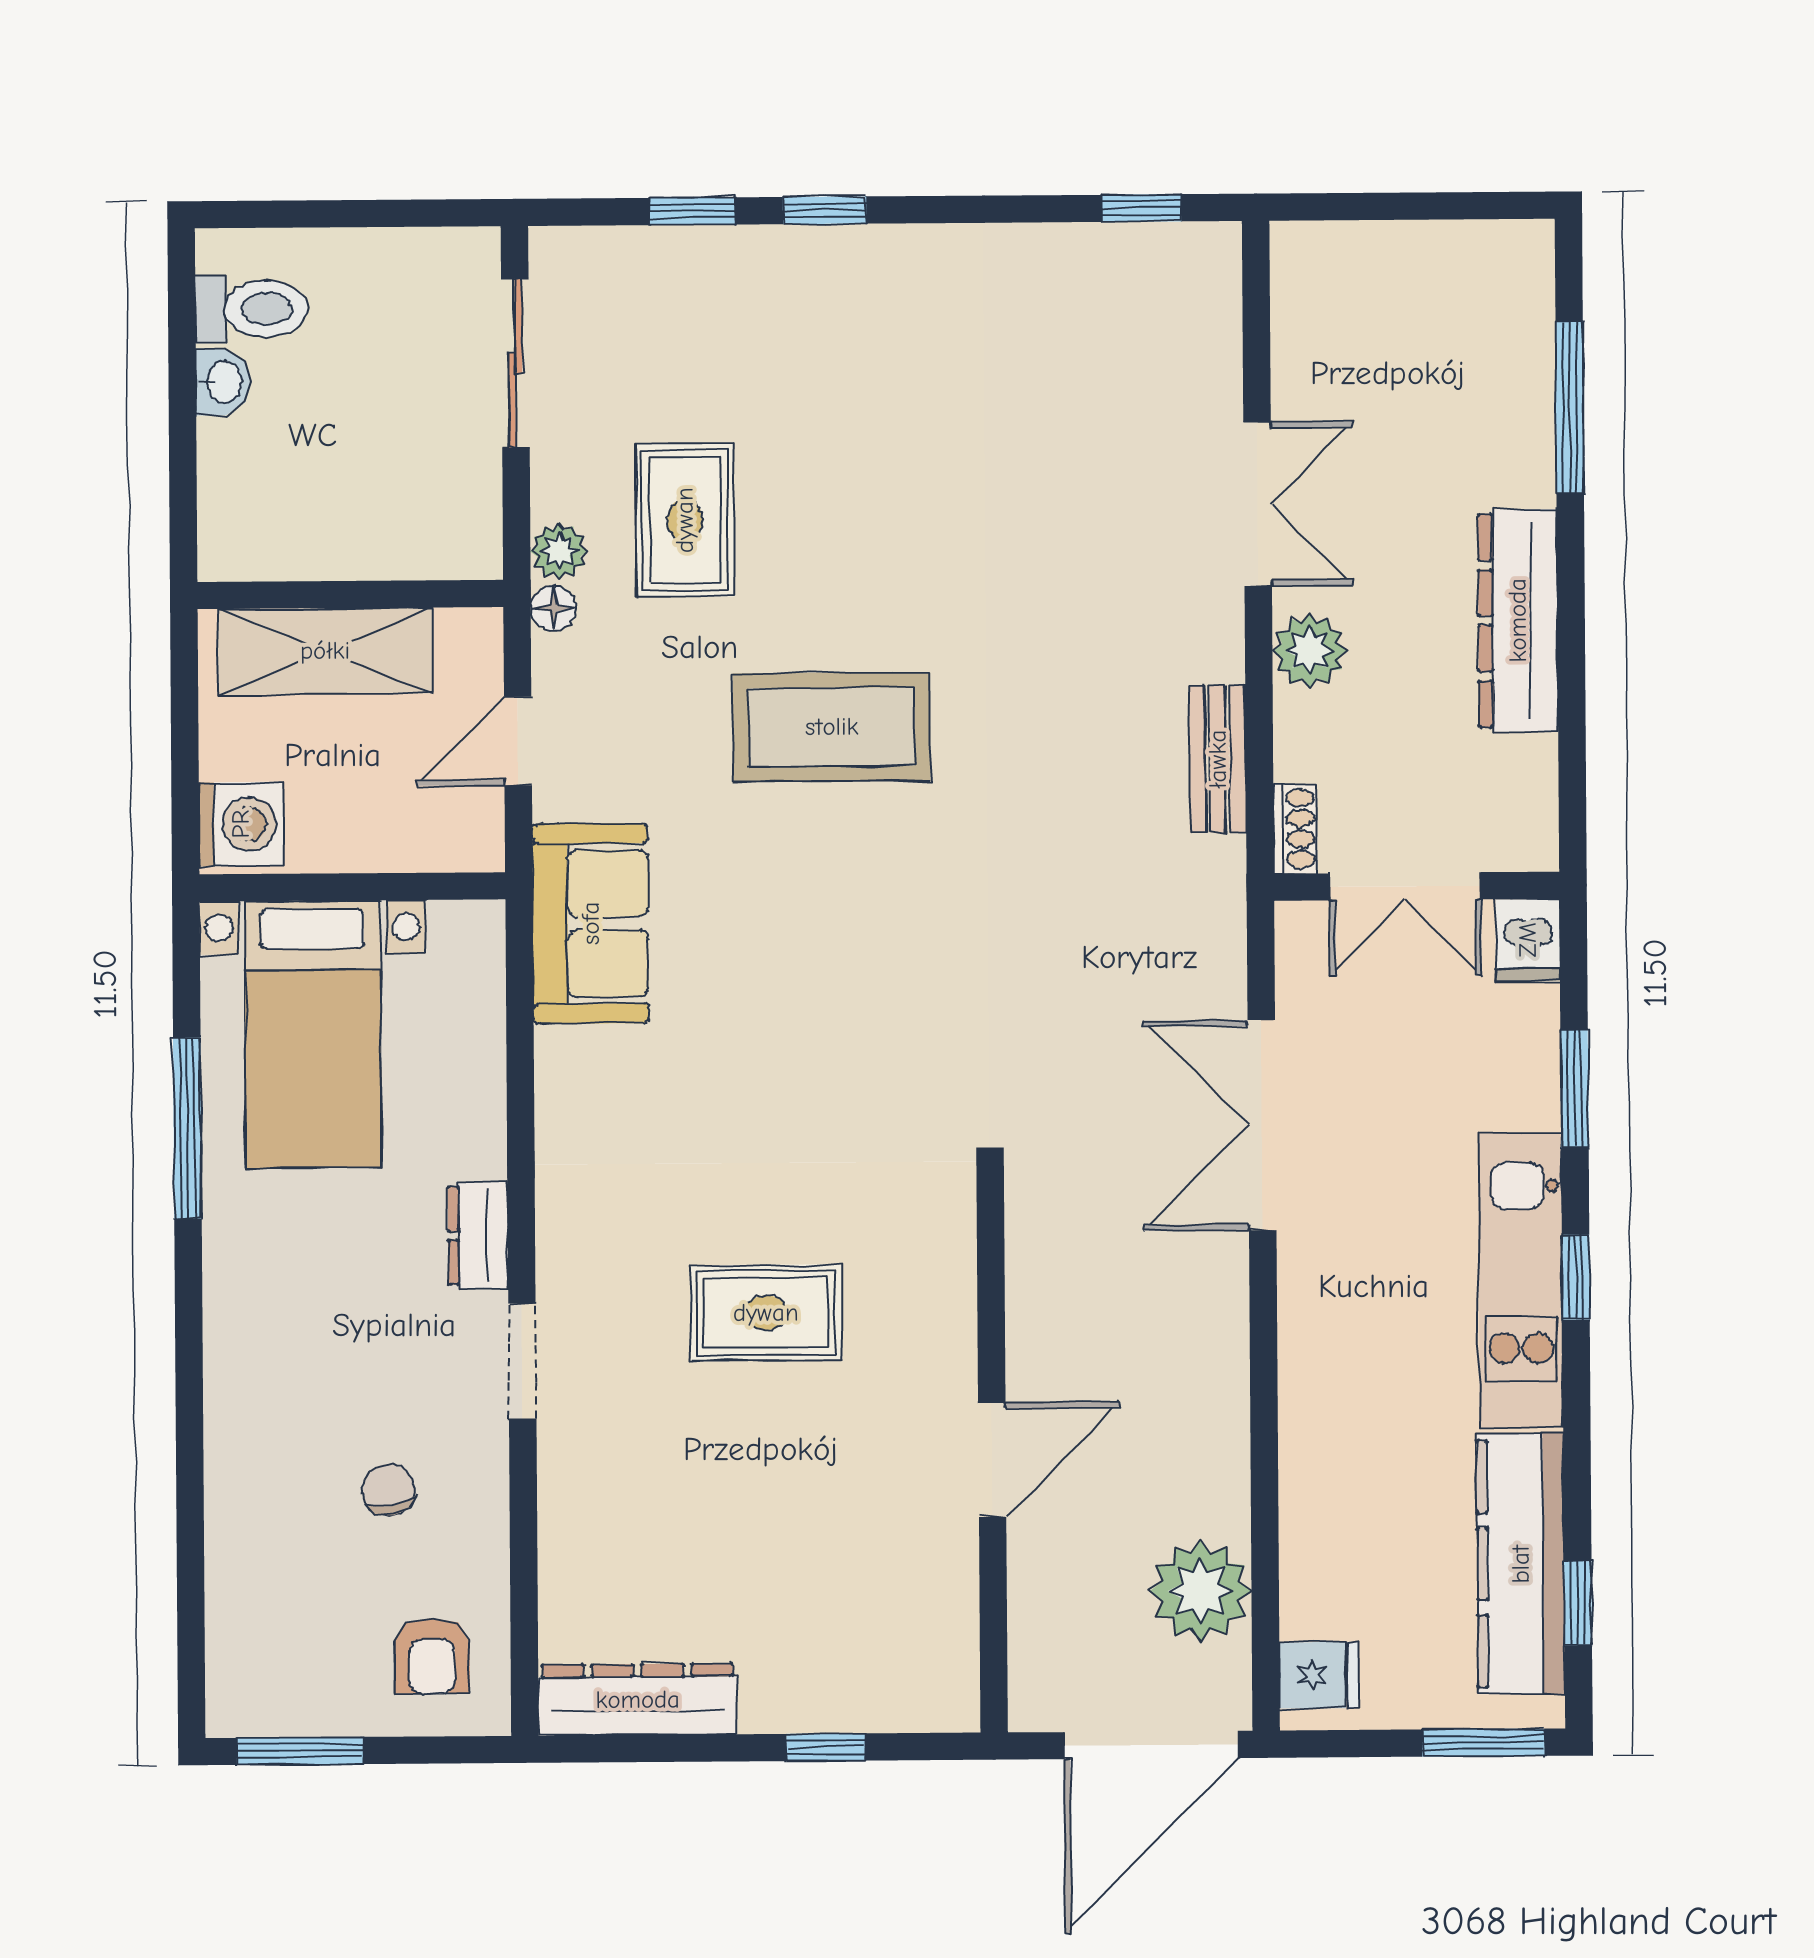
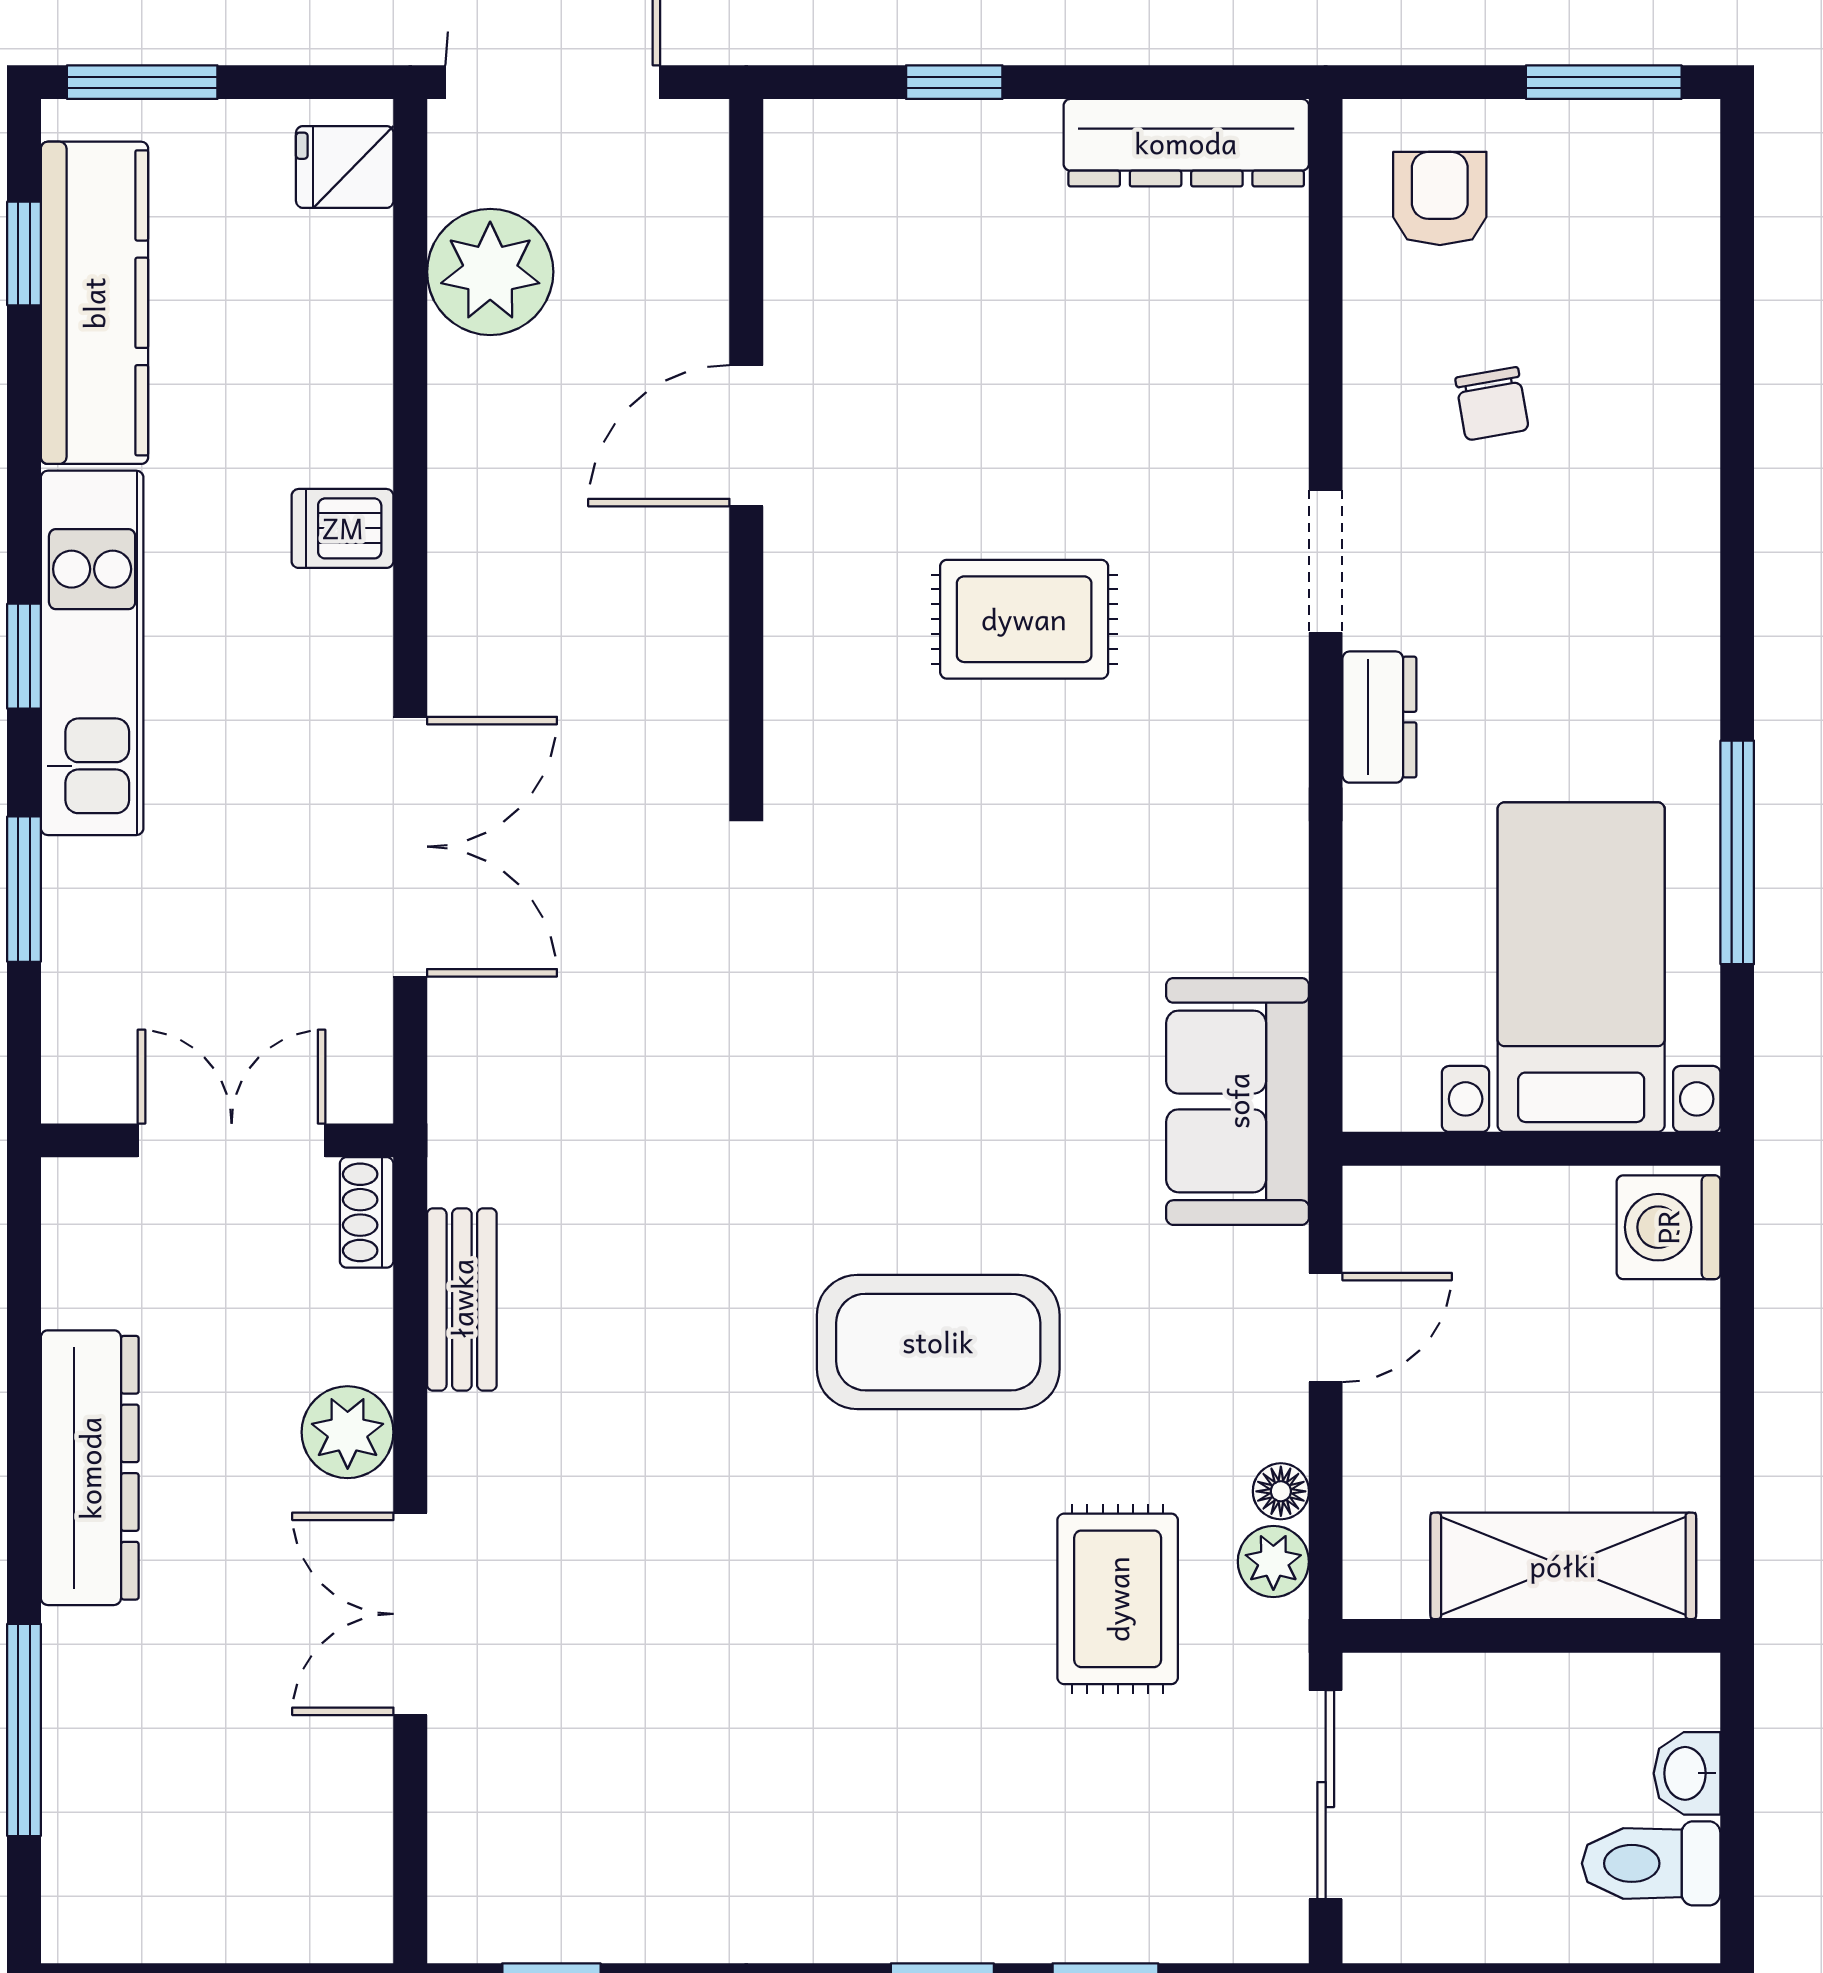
wall: (350, 594) -> (1531, 1636), moved
shelving: (325, 651) -> (1563, 1566), moved
dishwasher: (1528, 940) -> (343, 528), moved, turned -90

